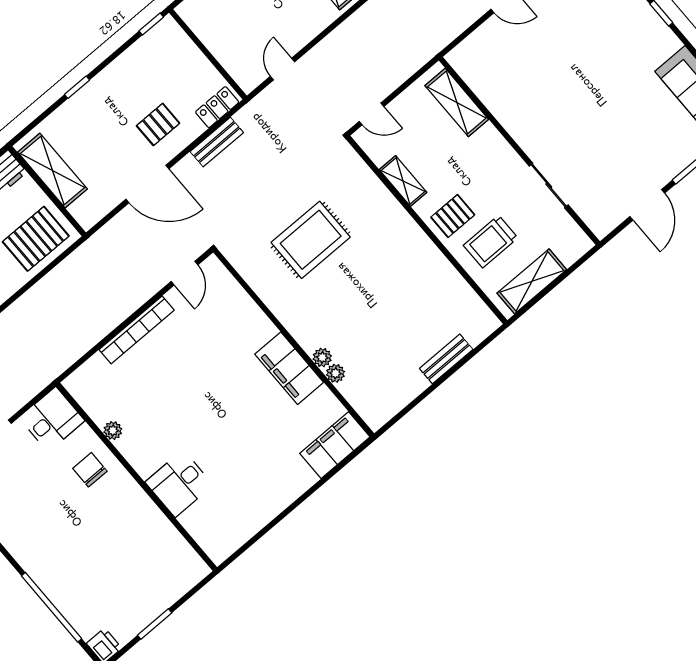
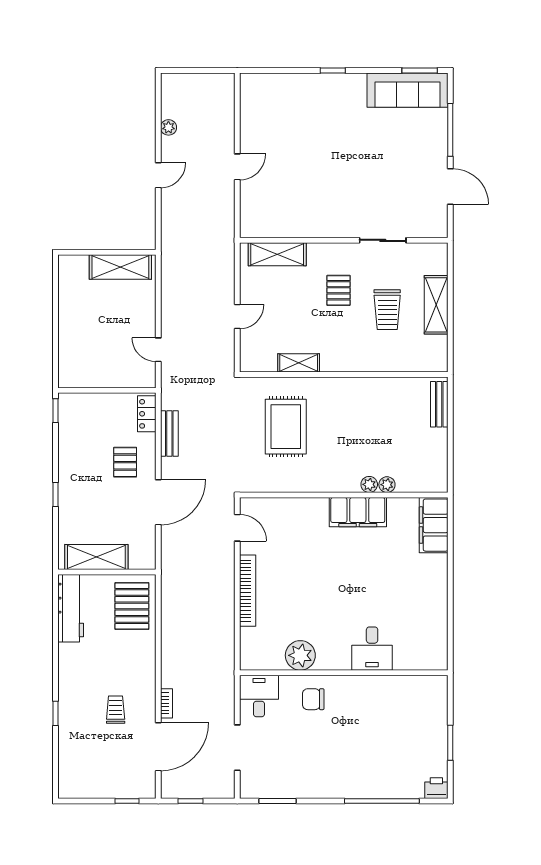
shelving: (403, 181) -> (299, 363), moved
pallet: (453, 216) -> (339, 290), moved
wall: (427, 230) -> (344, 375), moved
plant: (113, 431) -> (300, 655), width x1.87, depth x1.87

